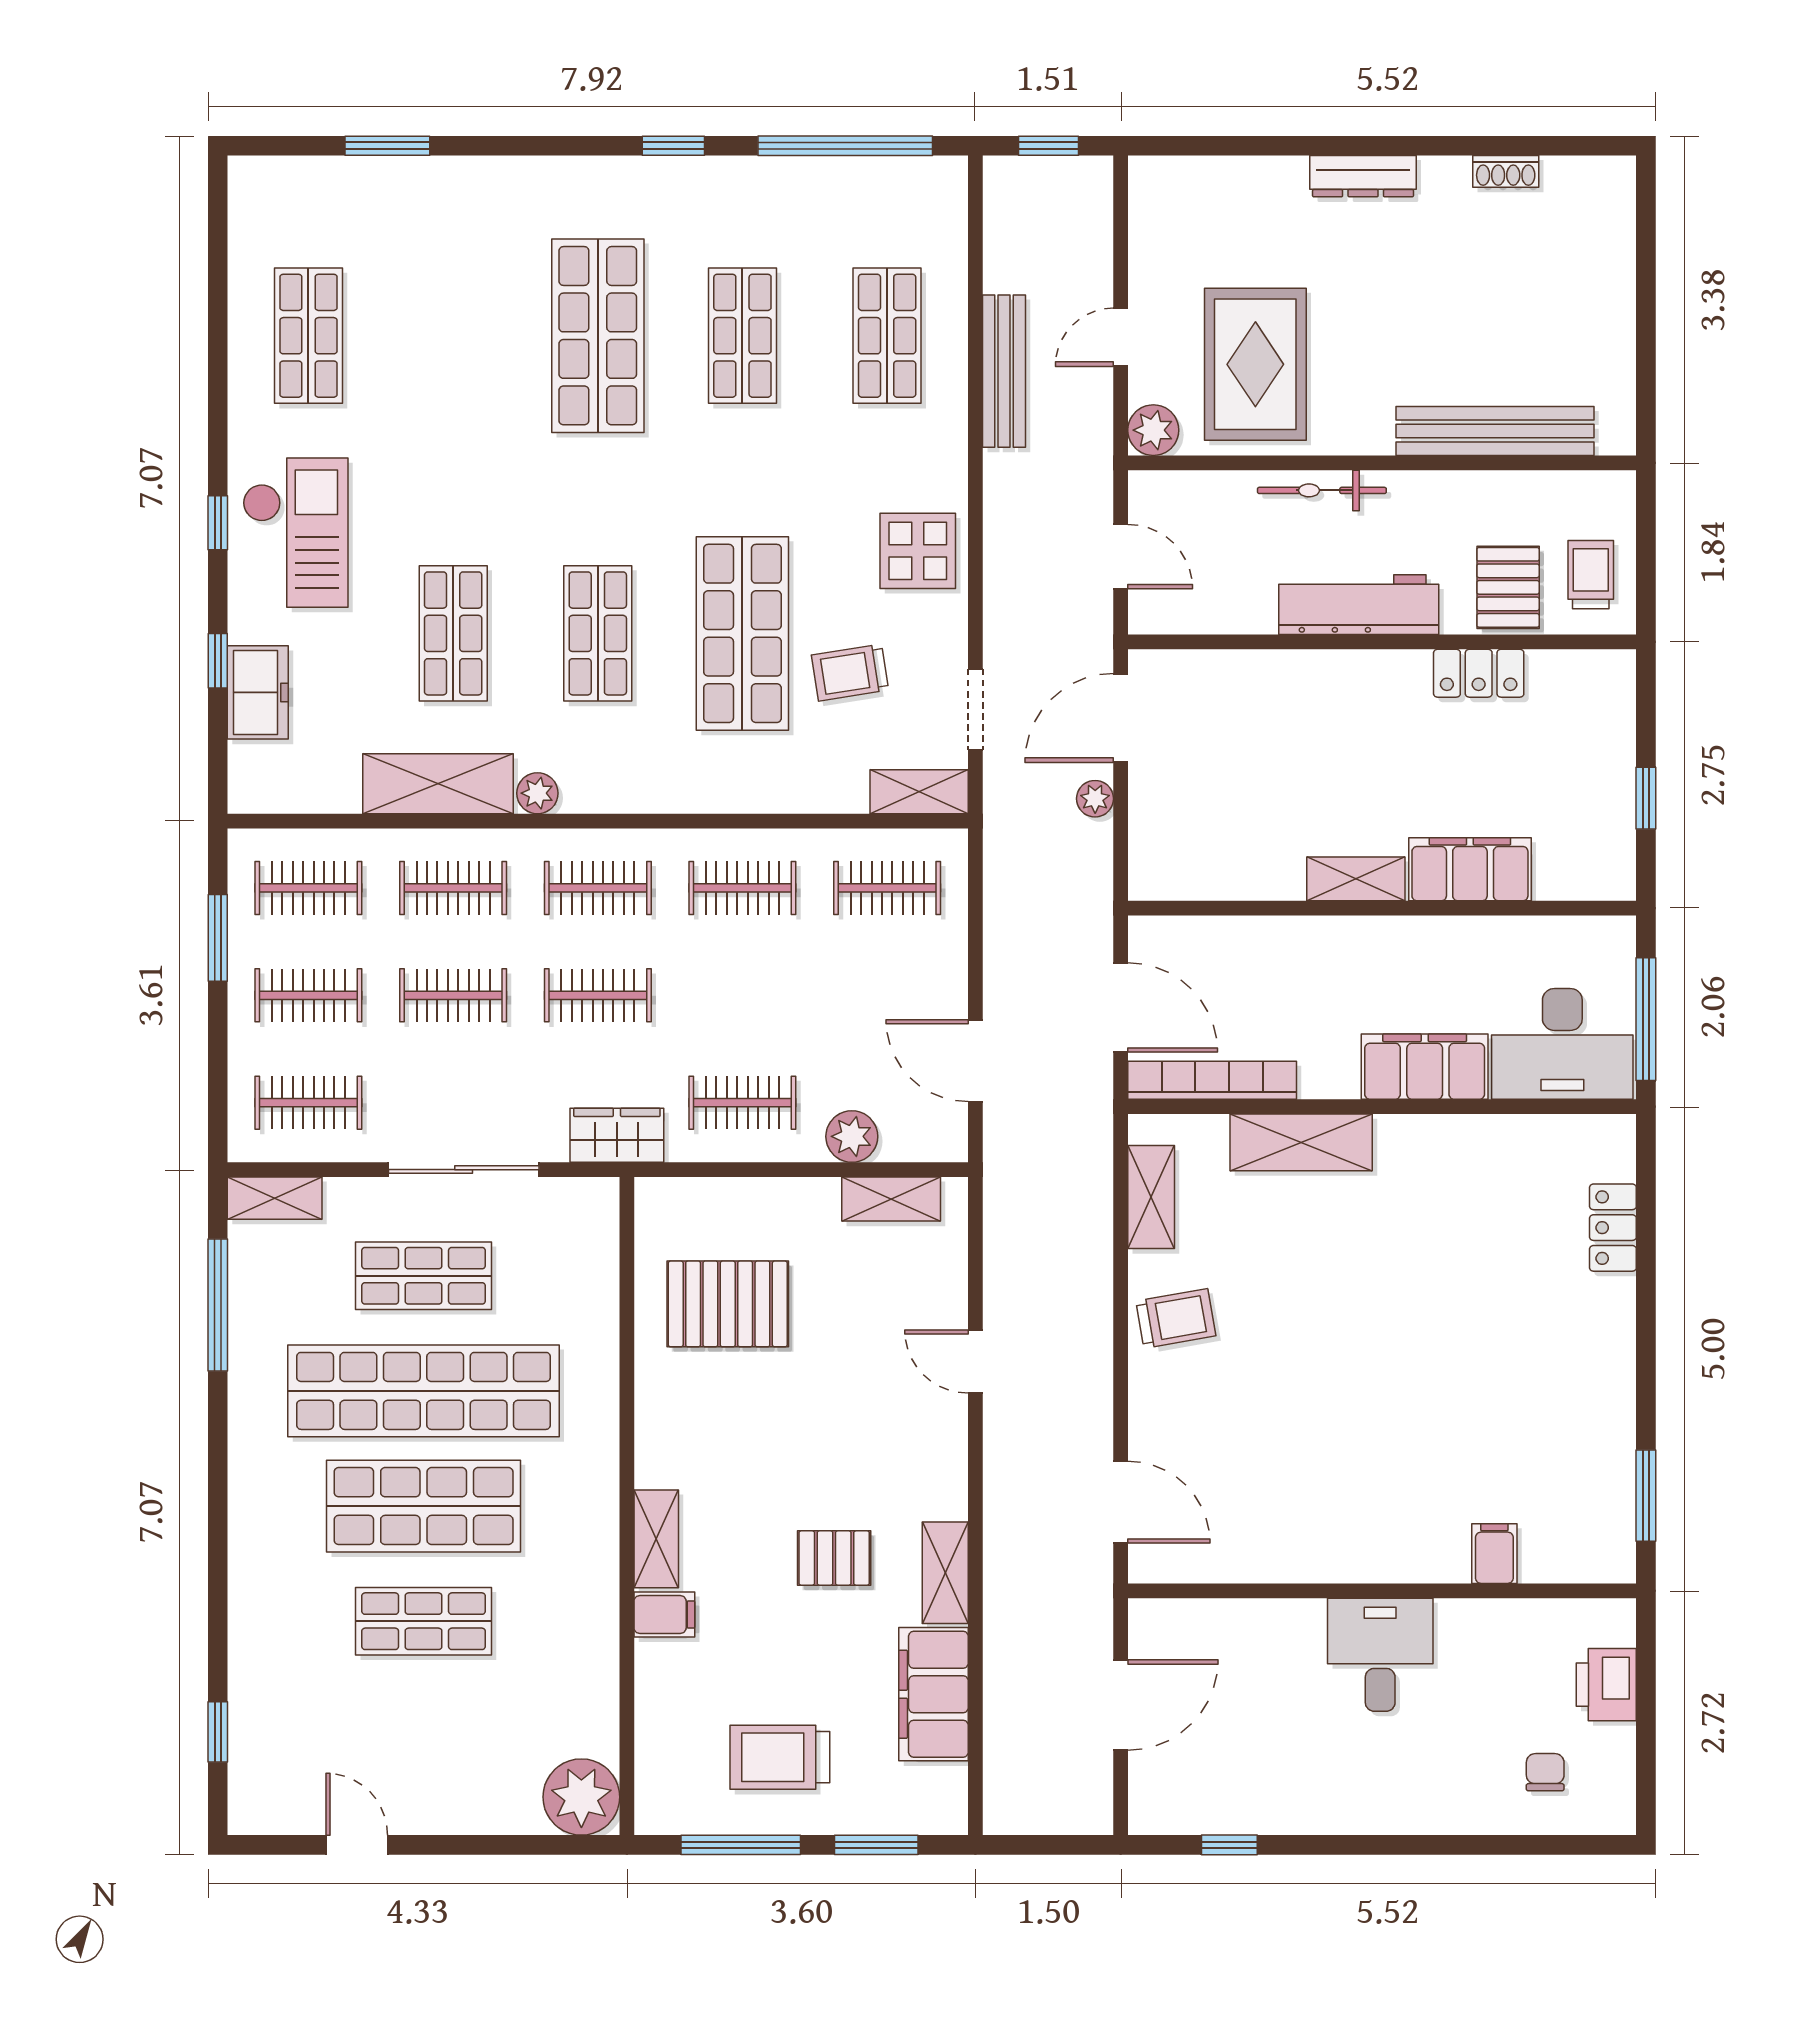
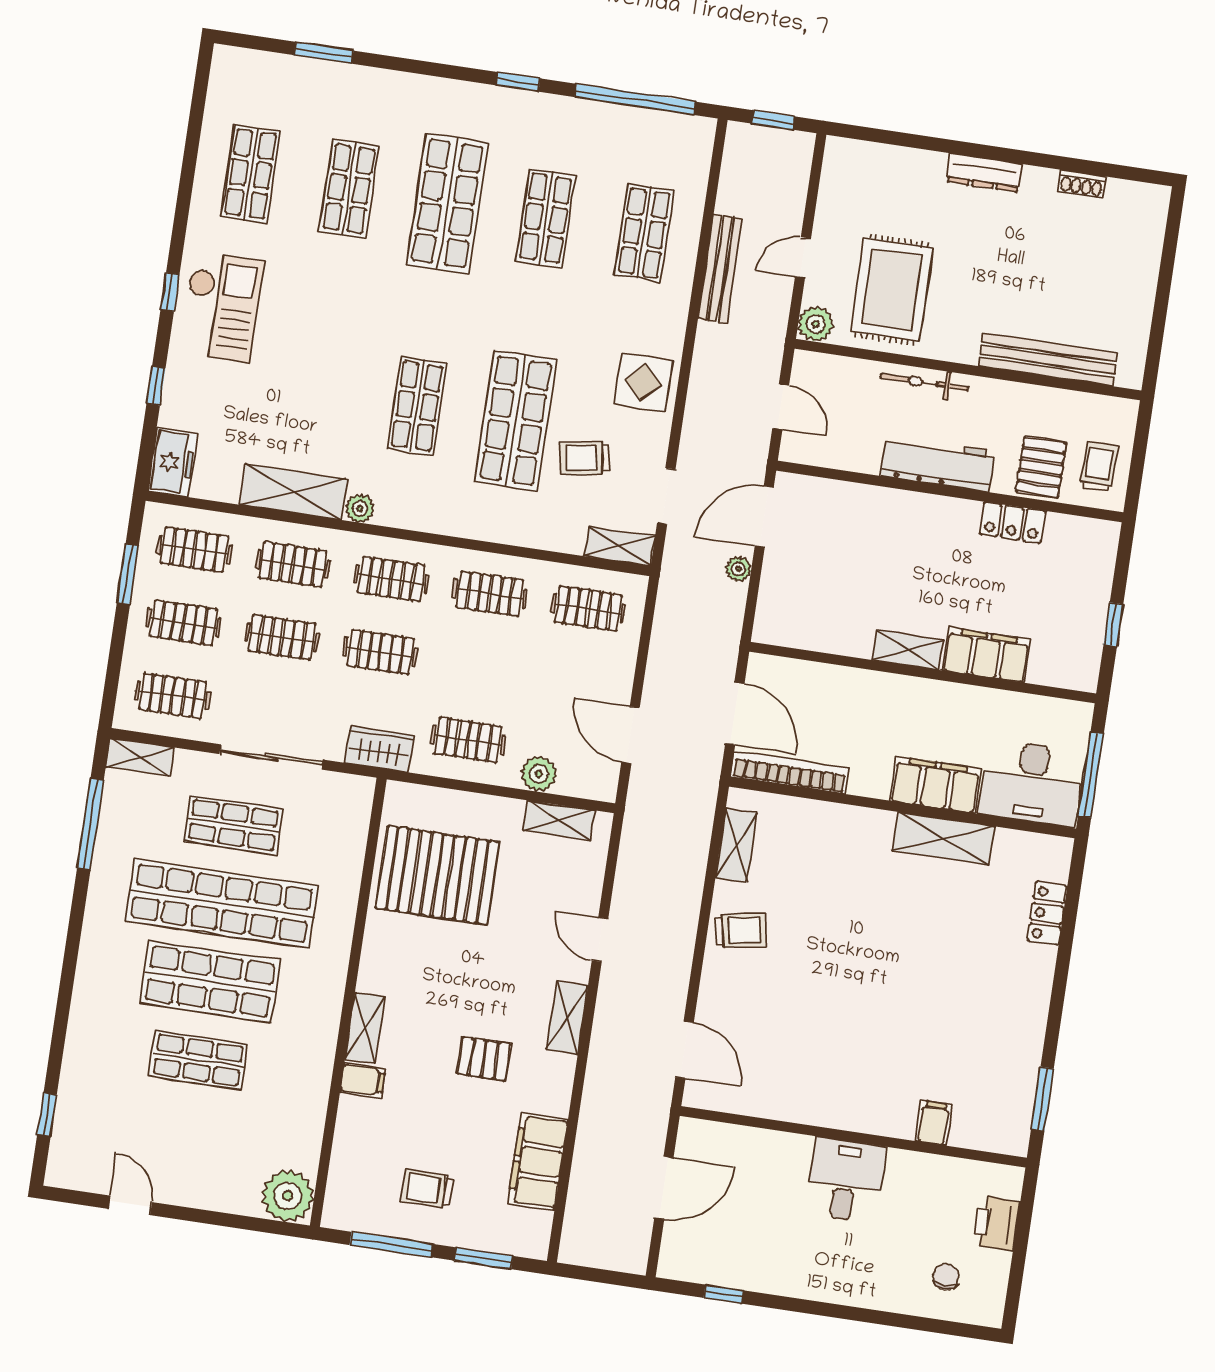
shop shelf: (453, 633) -> (349, 189), moved
freezer: (258, 692) -> (172, 462), moved
shelving: (1301, 1142) -> (944, 838), moved
pallet: (728, 1304) -> (437, 875), width x1.37, depth x1.41
shelving: (945, 1573) -> (567, 1017), moved
trolley: (780, 1757) -> (427, 1189), width x0.73, depth x0.72

